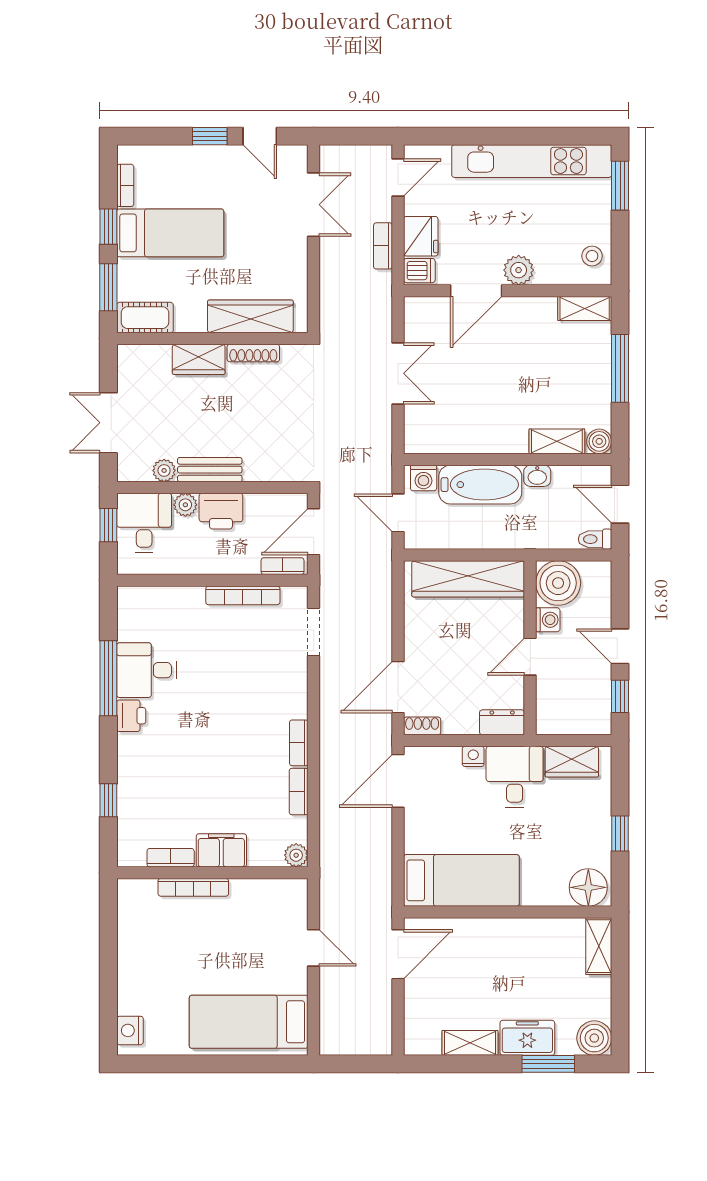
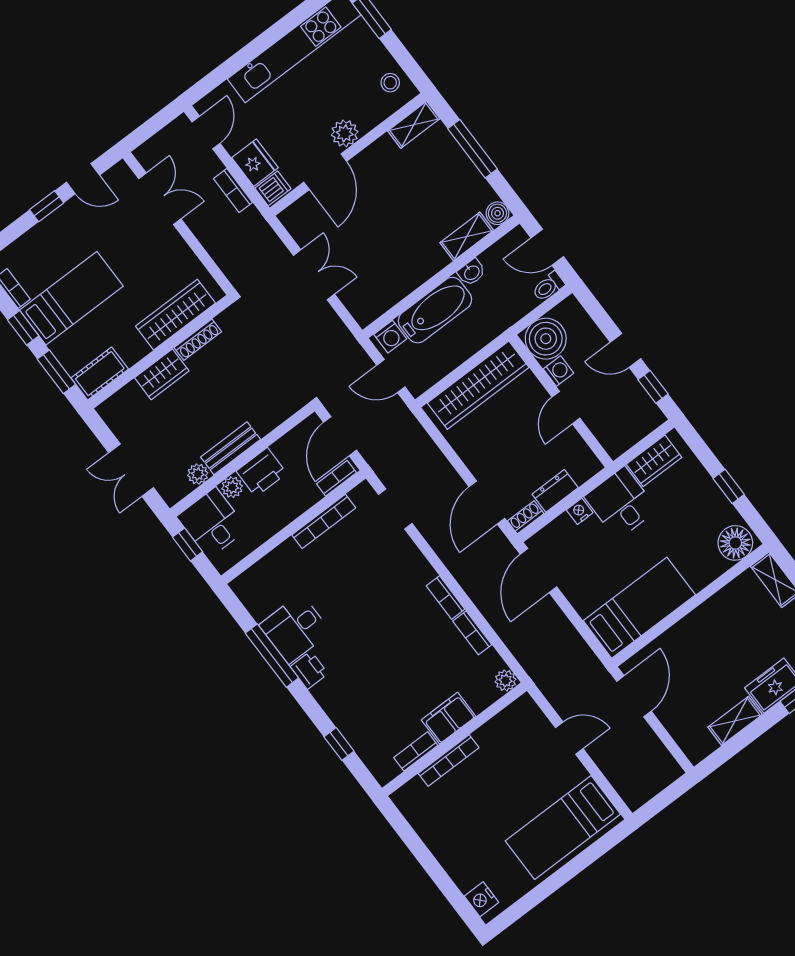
dresser: (502, 722) -> (555, 491), moved

